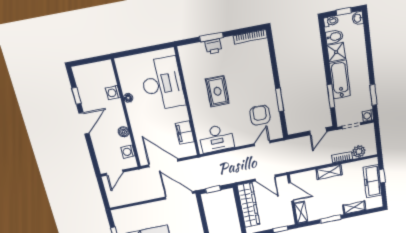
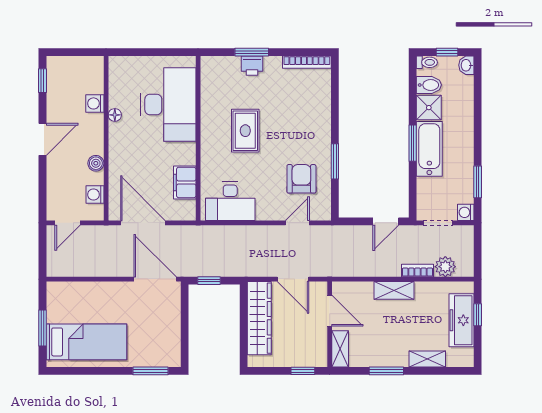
window: (76, 96) -> (42, 81), moved
window: (331, 96) -> (413, 143), moved

